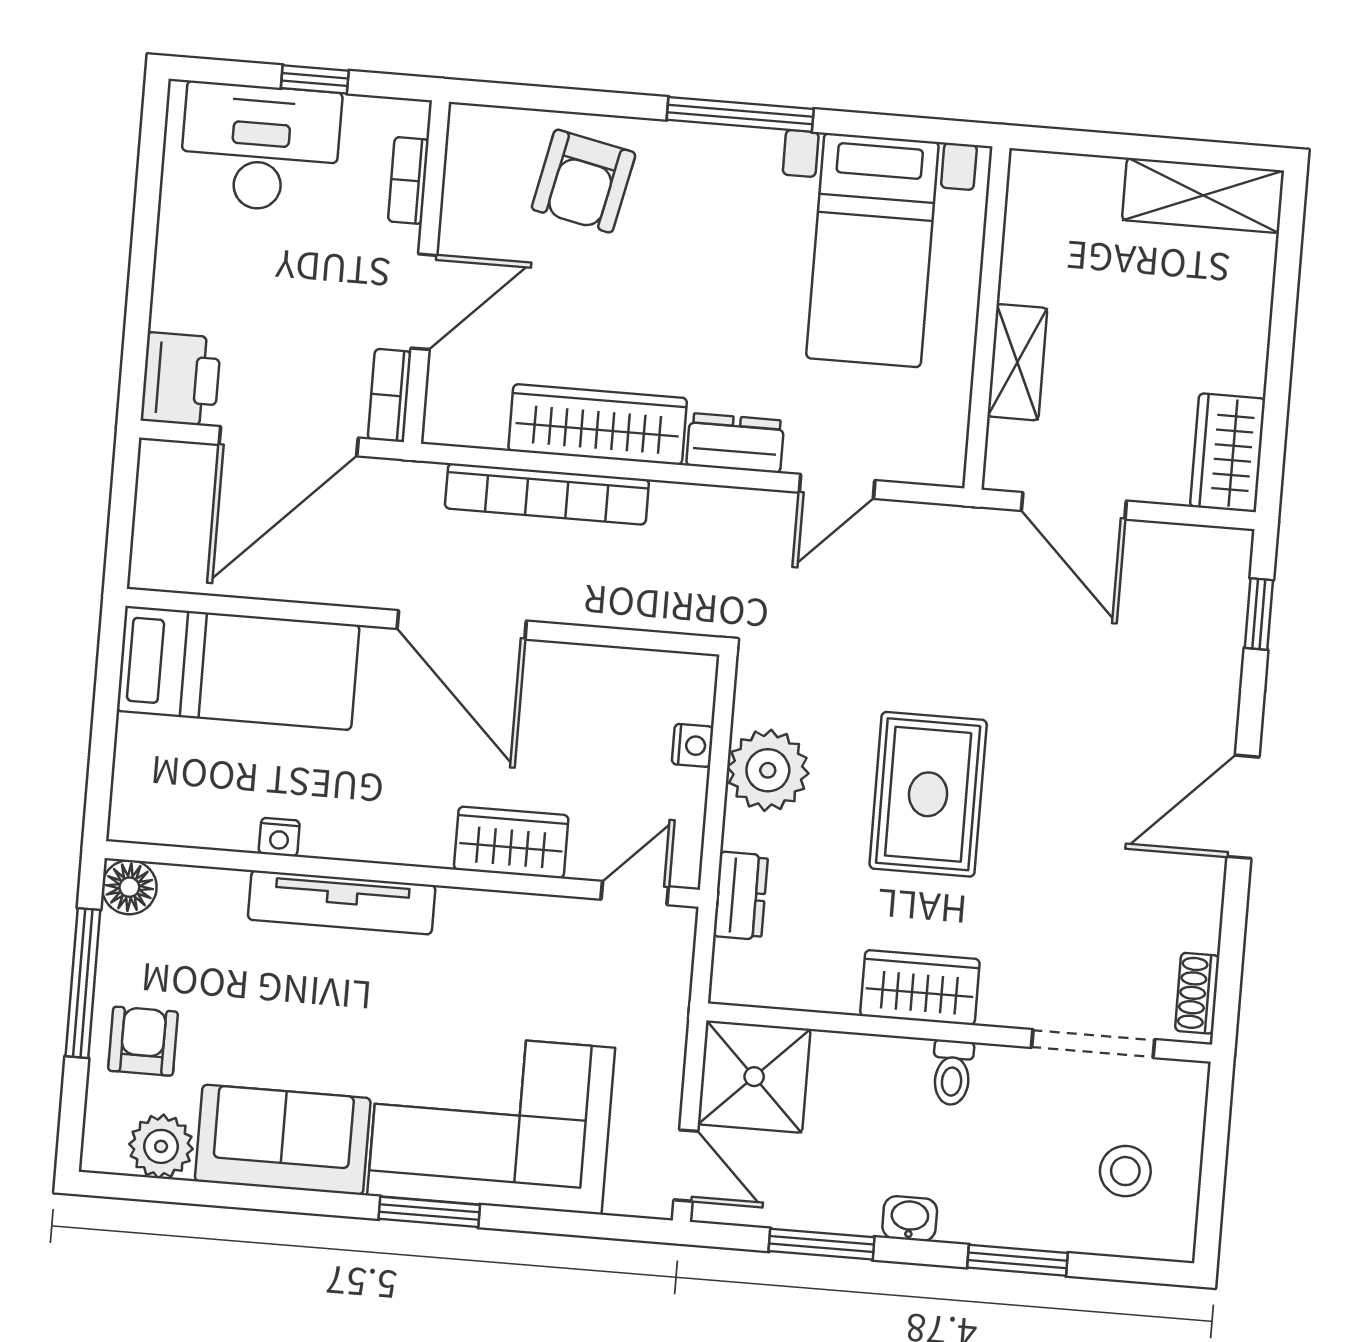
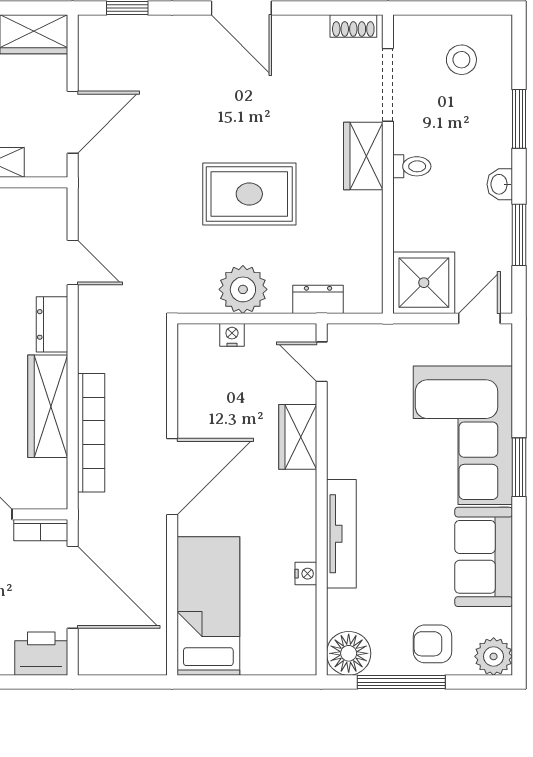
floor lamp: (129, 887) -> (349, 653), width x1.38, depth x1.38
wardrobe: (920, 987) -> (363, 156), moved
plant: (161, 1146) -> (494, 656), moved

